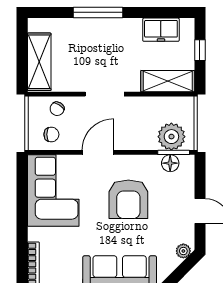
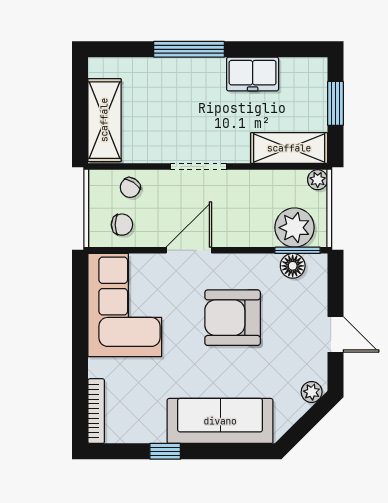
freezer: (161, 30) -> (253, 74), moved
window: (200, 50) -> (335, 103), width x1.50
plant: (188, 103) -> (318, 180), added
armchair: (128, 199) -> (233, 318), turned 90

